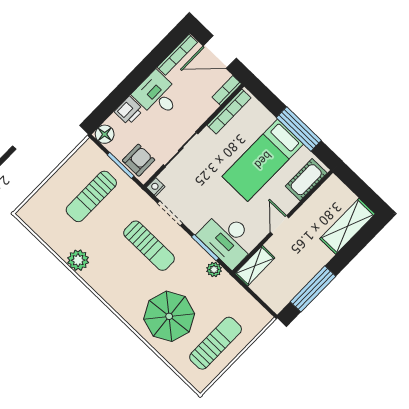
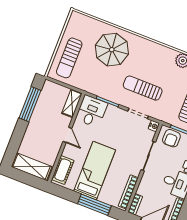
window: (299, 129) -> (94, 205), moved
shelving: (347, 226) -> (32, 167), moved, turned 90
desk: (228, 239) -> (91, 111), width x0.73
plant: (214, 269) -> (96, 90), removed
sun lounger: (216, 343) -> (69, 58), moved

